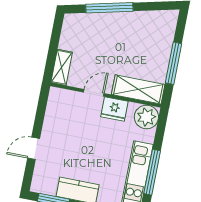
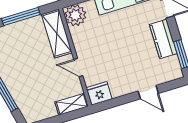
fridge: (114, 109) -> (99, 93), moved, turned -90

